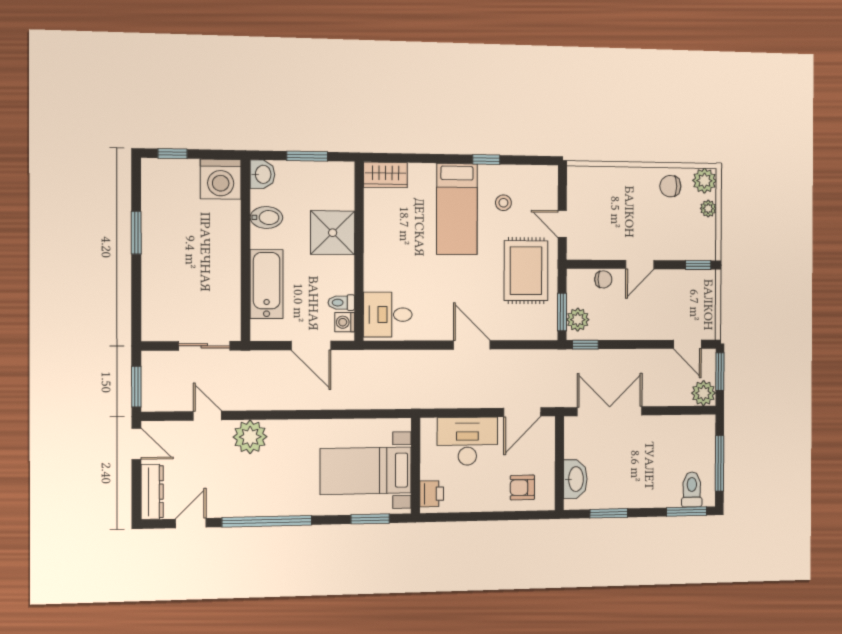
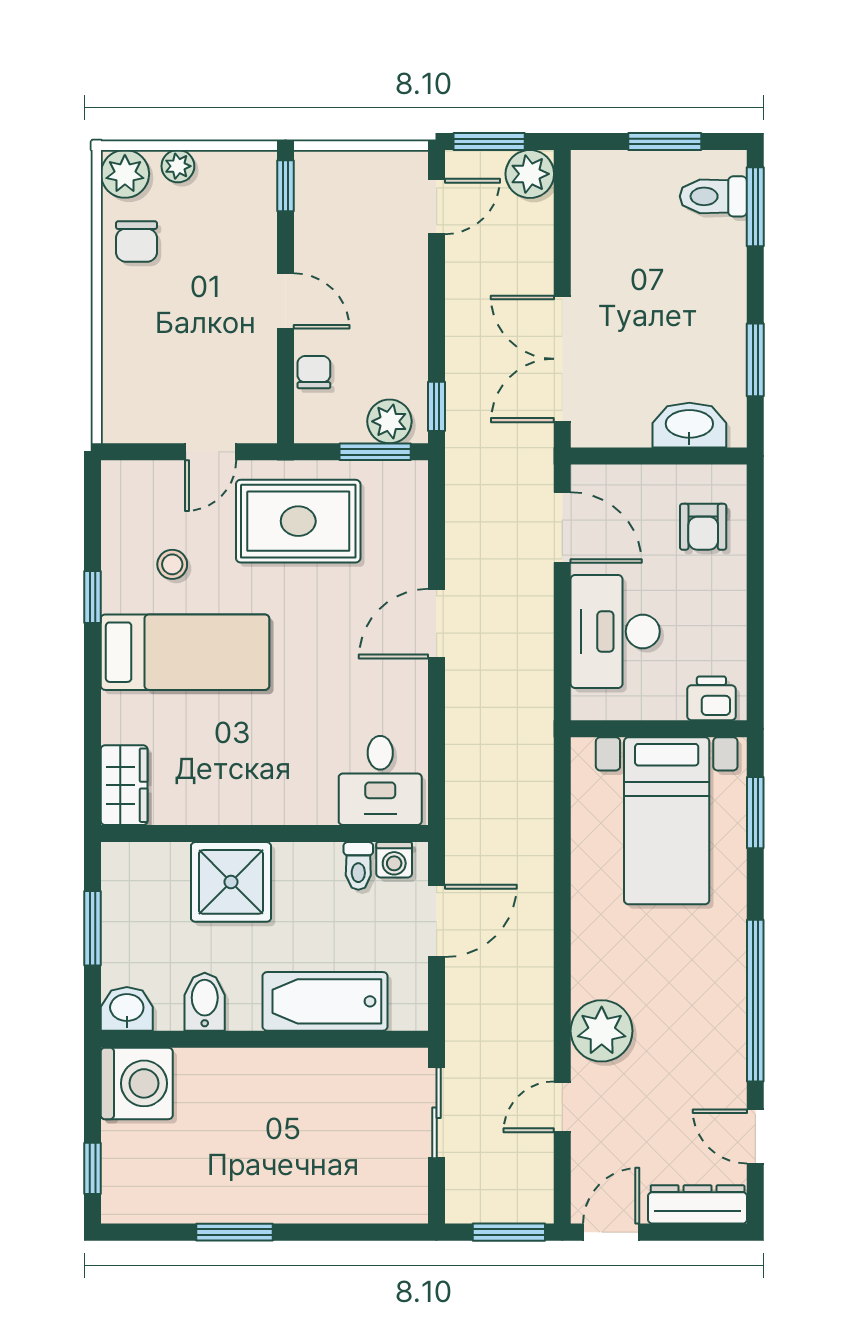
window: (719, 463) -> (665, 141), width x0.69

